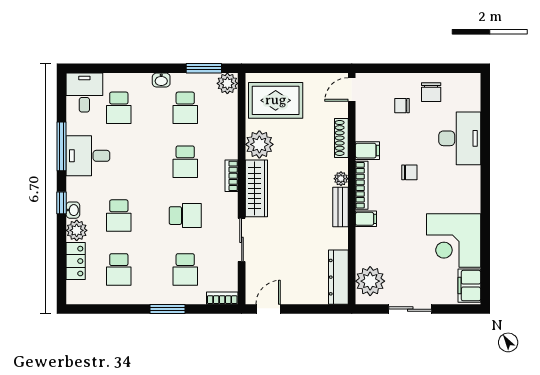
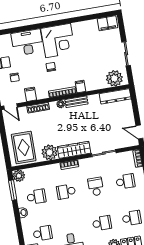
filing cabinet: (367, 151) -> (30, 94), moved
school desk: (185, 162) -> (66, 192), turned 180
corner desk: (454, 240) -> (58, 41), moved

